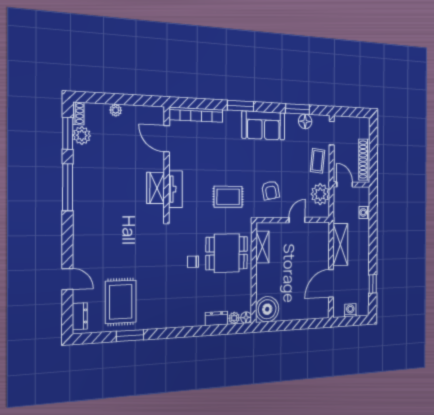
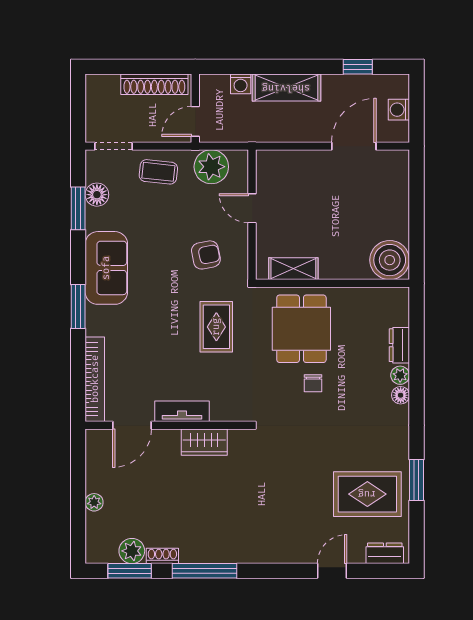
shoe rack: (78, 113) -> (162, 556), moved
tv unit: (175, 189) -> (182, 411), moved
shelving: (340, 244) -> (286, 88), moved
door: (331, 283) -> (354, 146), swing flipped
plant: (234, 318) -> (400, 375), moved
floor lamp: (246, 318) -> (401, 395), moved

